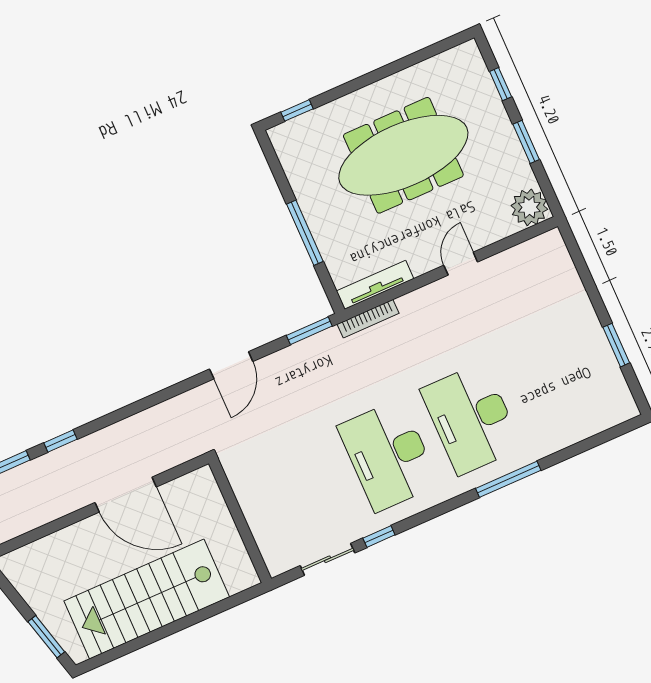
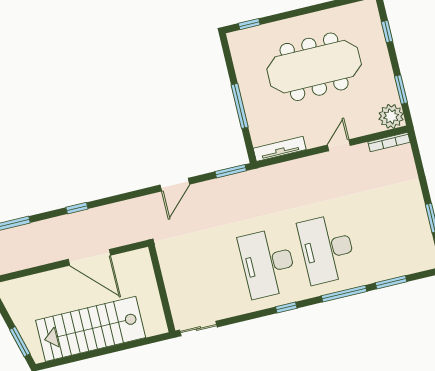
window: (526, 142) -> (401, 90), moved
bookcase: (368, 319) -> (389, 142), moved
window: (60, 441) -> (77, 208), moved
window: (574, 450) -> (391, 282), added
window: (379, 537) -> (286, 307), moved
sliding door: (328, 559) -> (198, 329), moved

